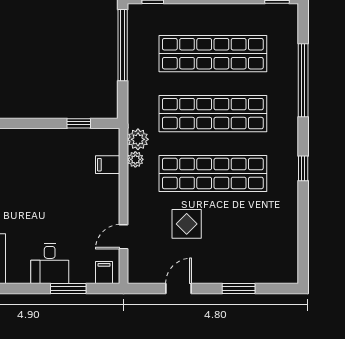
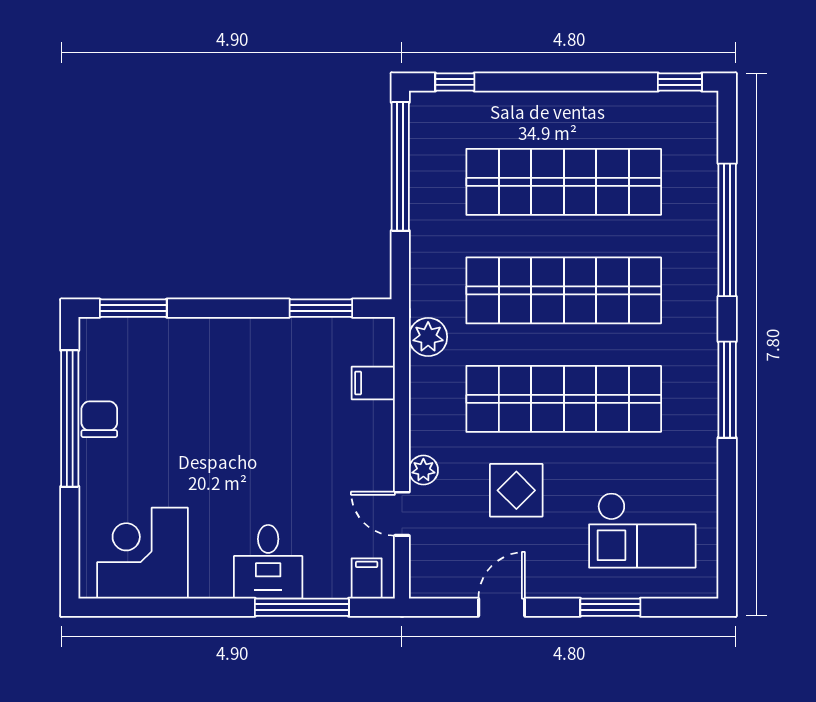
window: (79, 123) -> (321, 308), width x1.50
plant: (135, 159) -> (423, 470), moved
window: (303, 168) -> (727, 390), width x2.17
door: (124, 237) -> (402, 514), hinge flipped
checkout: (256, 246) -> (642, 530), added
window: (68, 289) -> (302, 607), width x1.44

